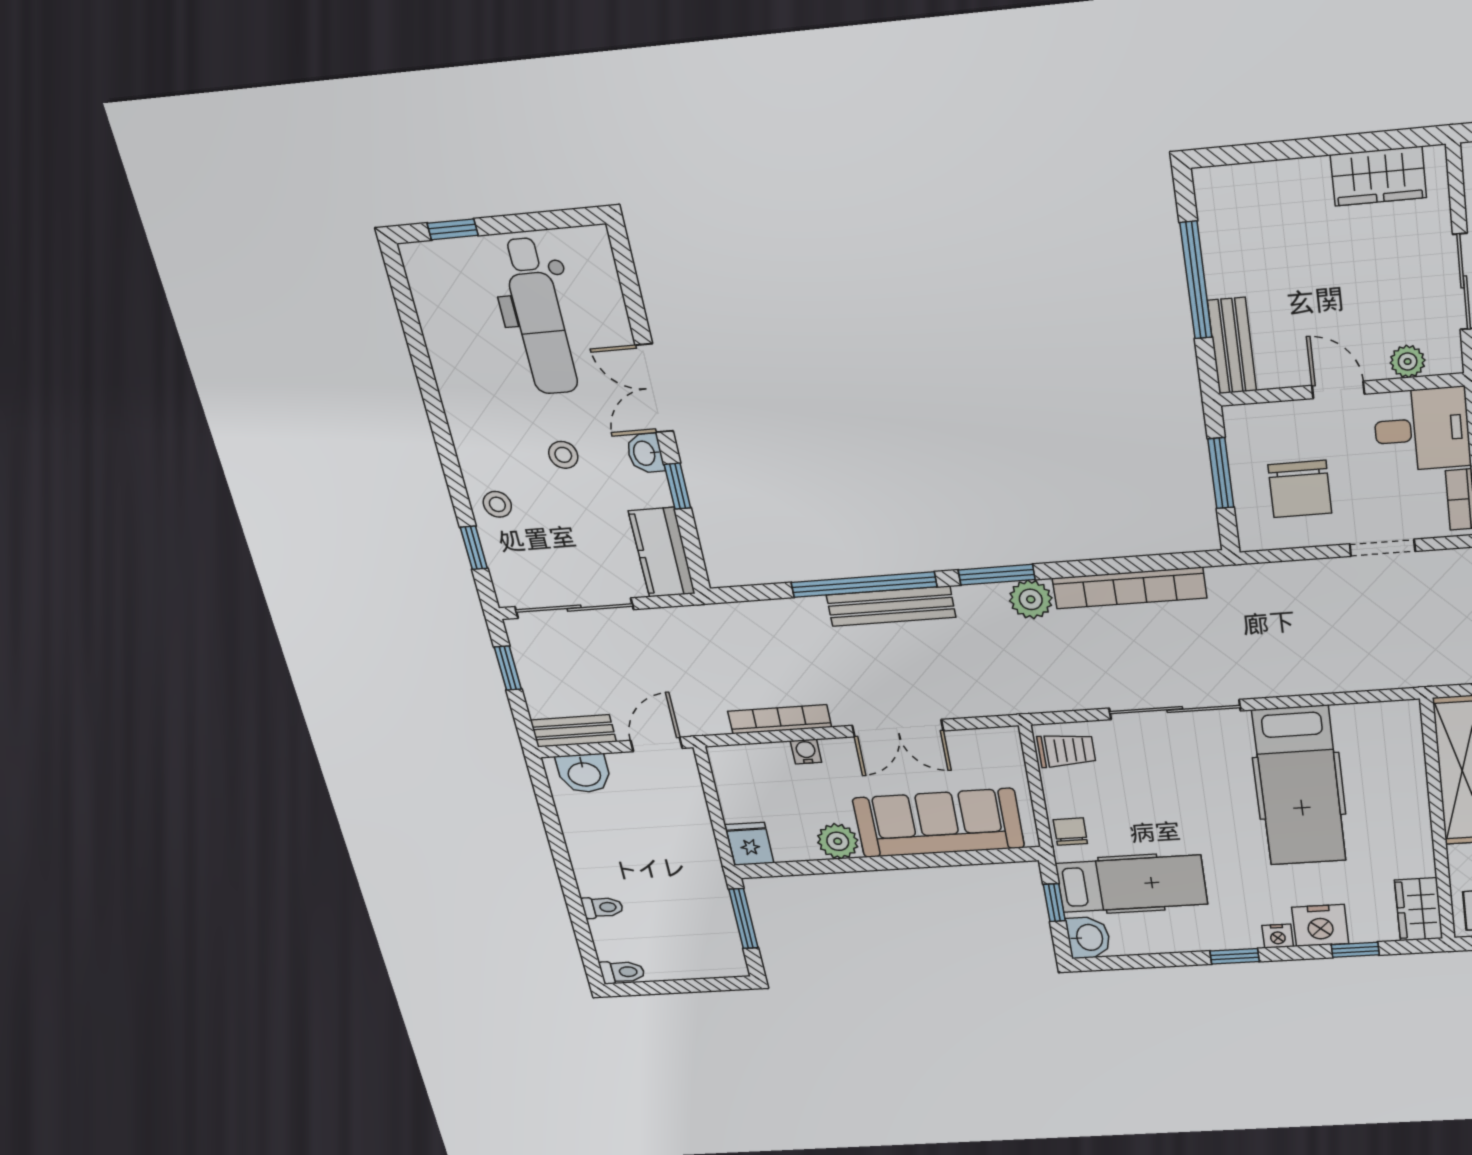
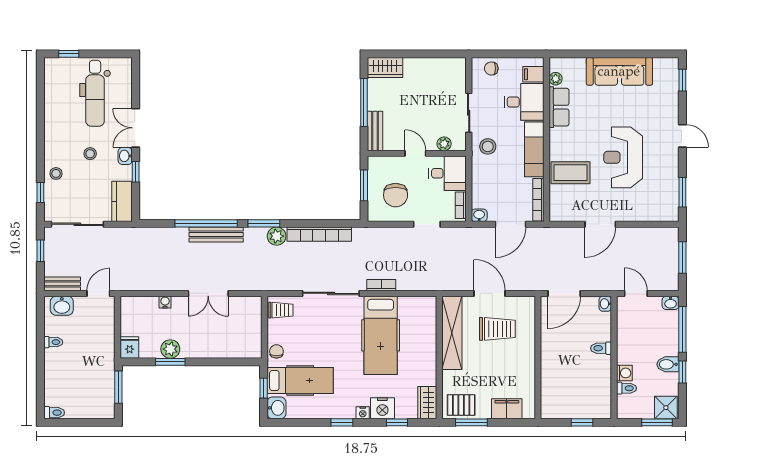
wardrobe: (1378, 176) -> (385, 68), moved
bookcase: (780, 719) -> (381, 285), moved, width x0.64
sofa: (938, 823) -> (218, 343), removed
window: (843, 865) -> (170, 362), added
toilet: (602, 907) -> (53, 342), moved

